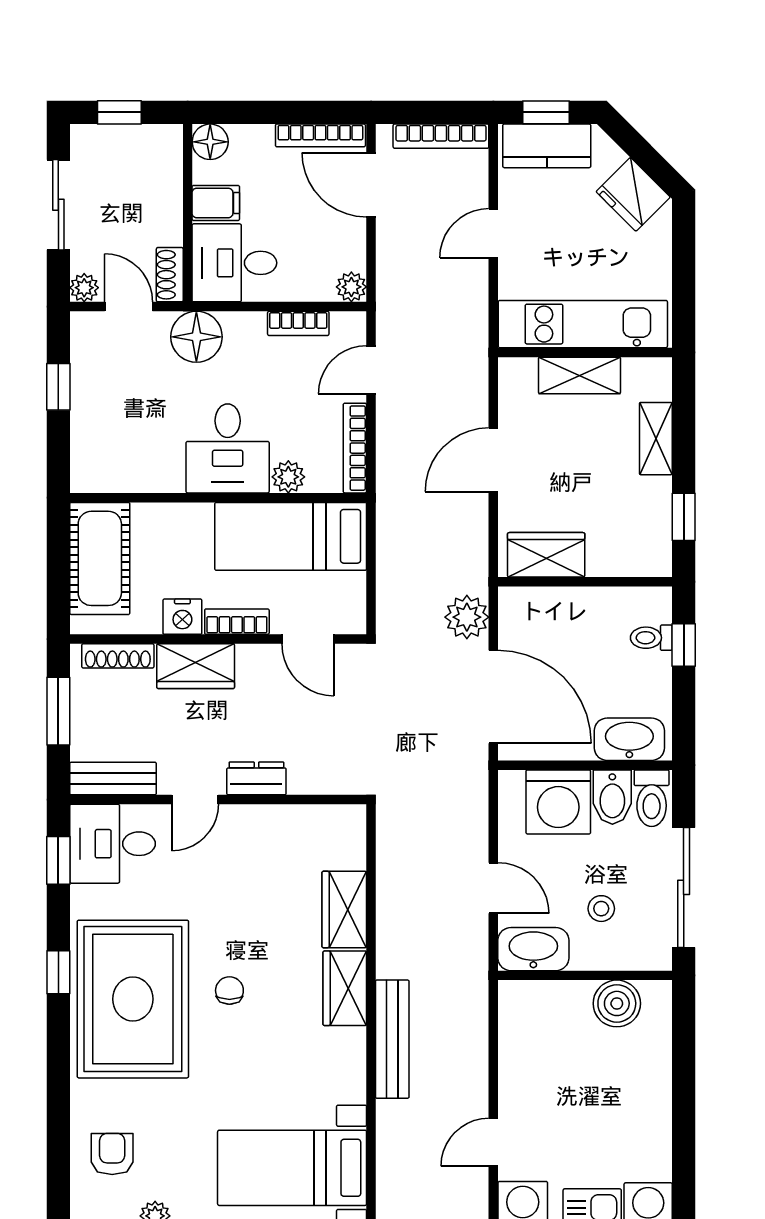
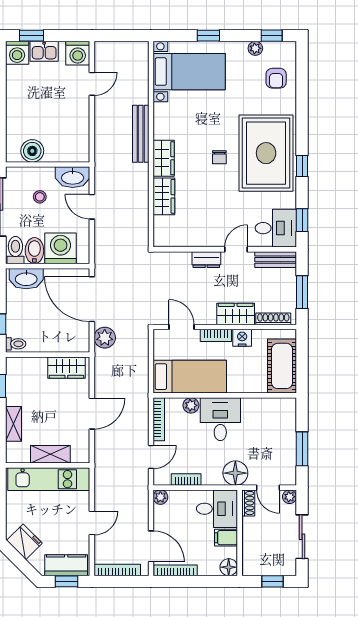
window: (58, 387) -> (302, 449), width x1.50
toilet: (651, 638) -> (16, 344), moved

